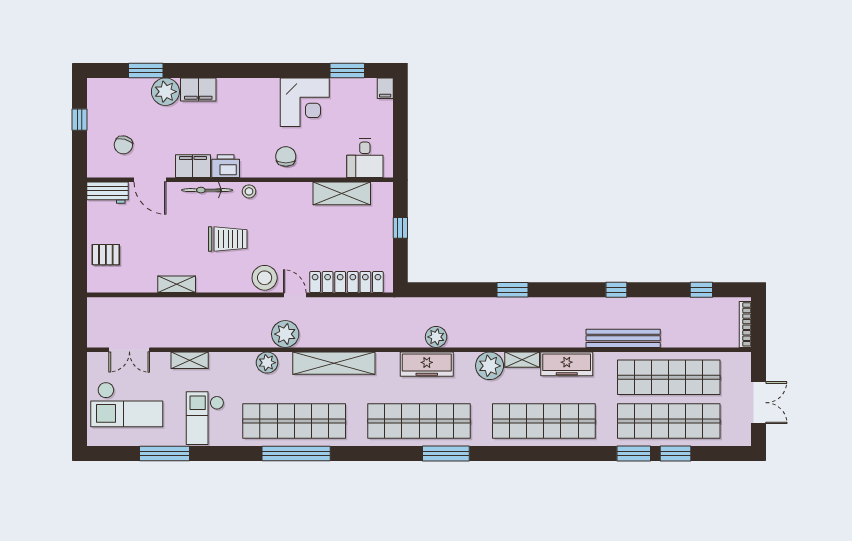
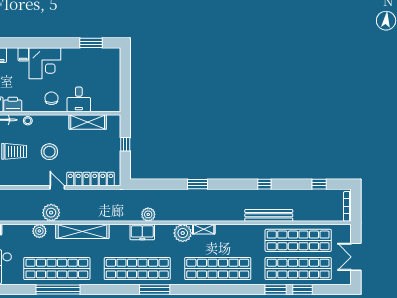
filing cabinet: (385, 88) -> (23, 54), moved
corner desk: (305, 102) -> (45, 63), moved
desk: (365, 158) -> (79, 99), moved
stool: (265, 278) -> (49, 152), moved
freezer: (427, 364) -> (142, 232), width x0.71
freezer: (567, 364) -> (232, 232), removed
double door: (759, 403) -> (356, 257), swing flipped

